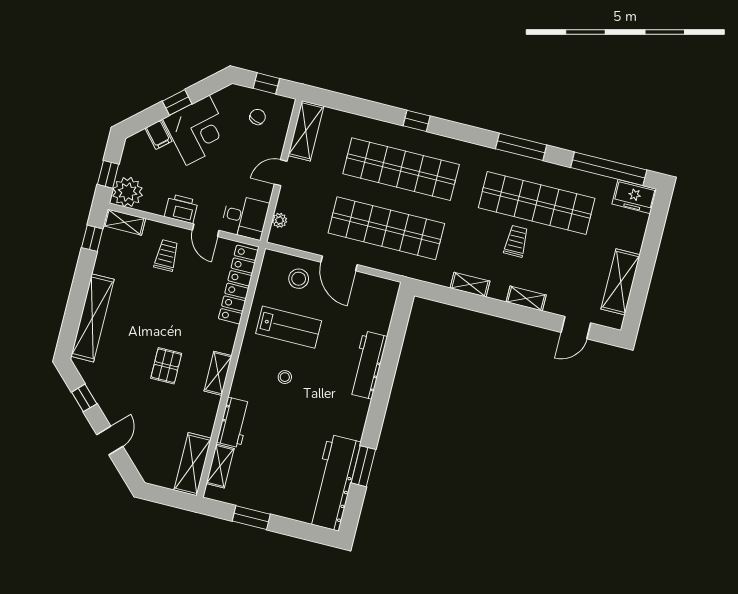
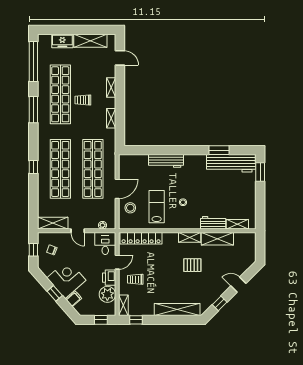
plant: (128, 192) -> (107, 294), moved
freezer: (634, 197) -> (62, 41), moved, turned 90
shelving: (193, 464) -> (217, 239), moved
window: (251, 518) -> (260, 172), moved

